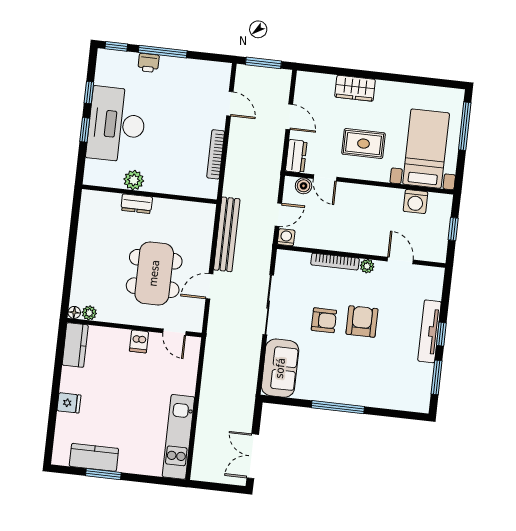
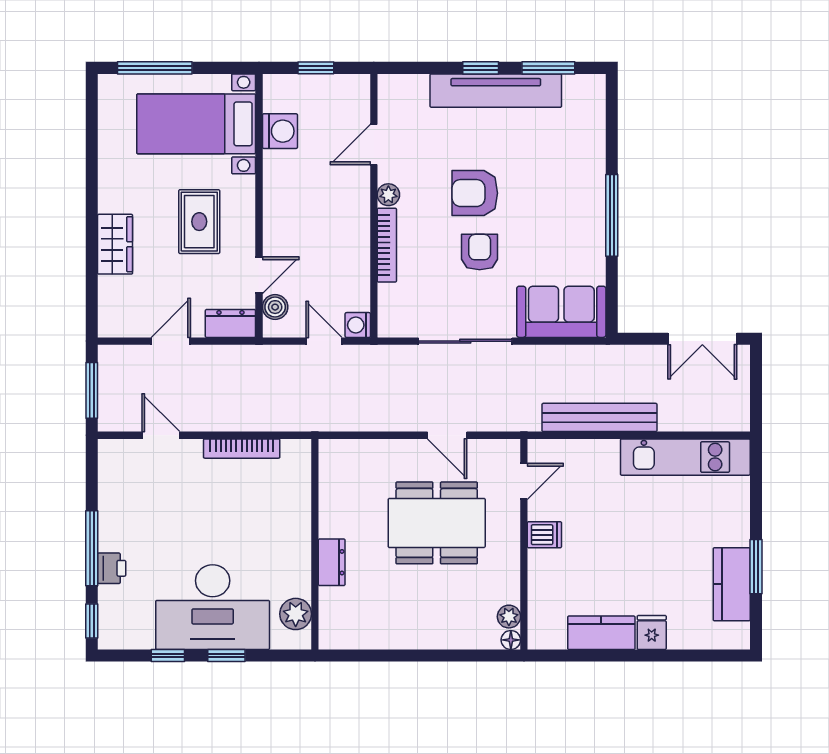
door: (230, 104) -> (161, 435), hinge flipped
plant: (134, 180) -> (296, 614), moved
bench: (227, 234) -> (599, 417), moved
tv unit: (430, 331) -> (496, 91), width x1.36, depth x1.29
kitchen counter: (75, 345) -> (601, 633), moved

